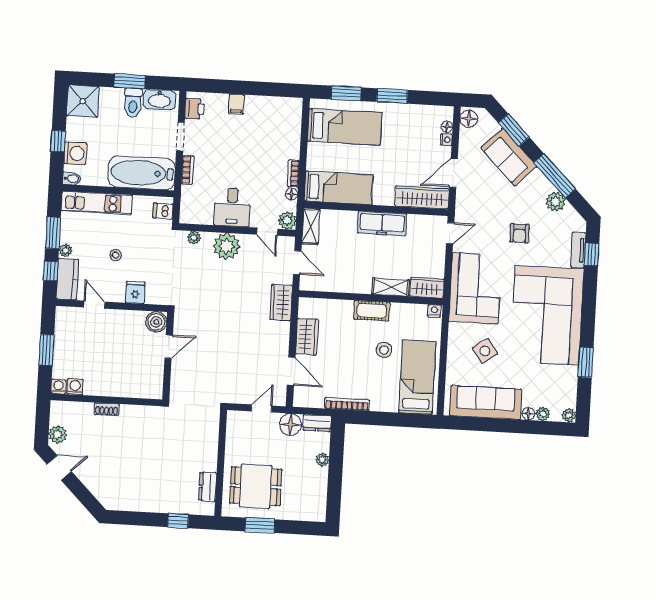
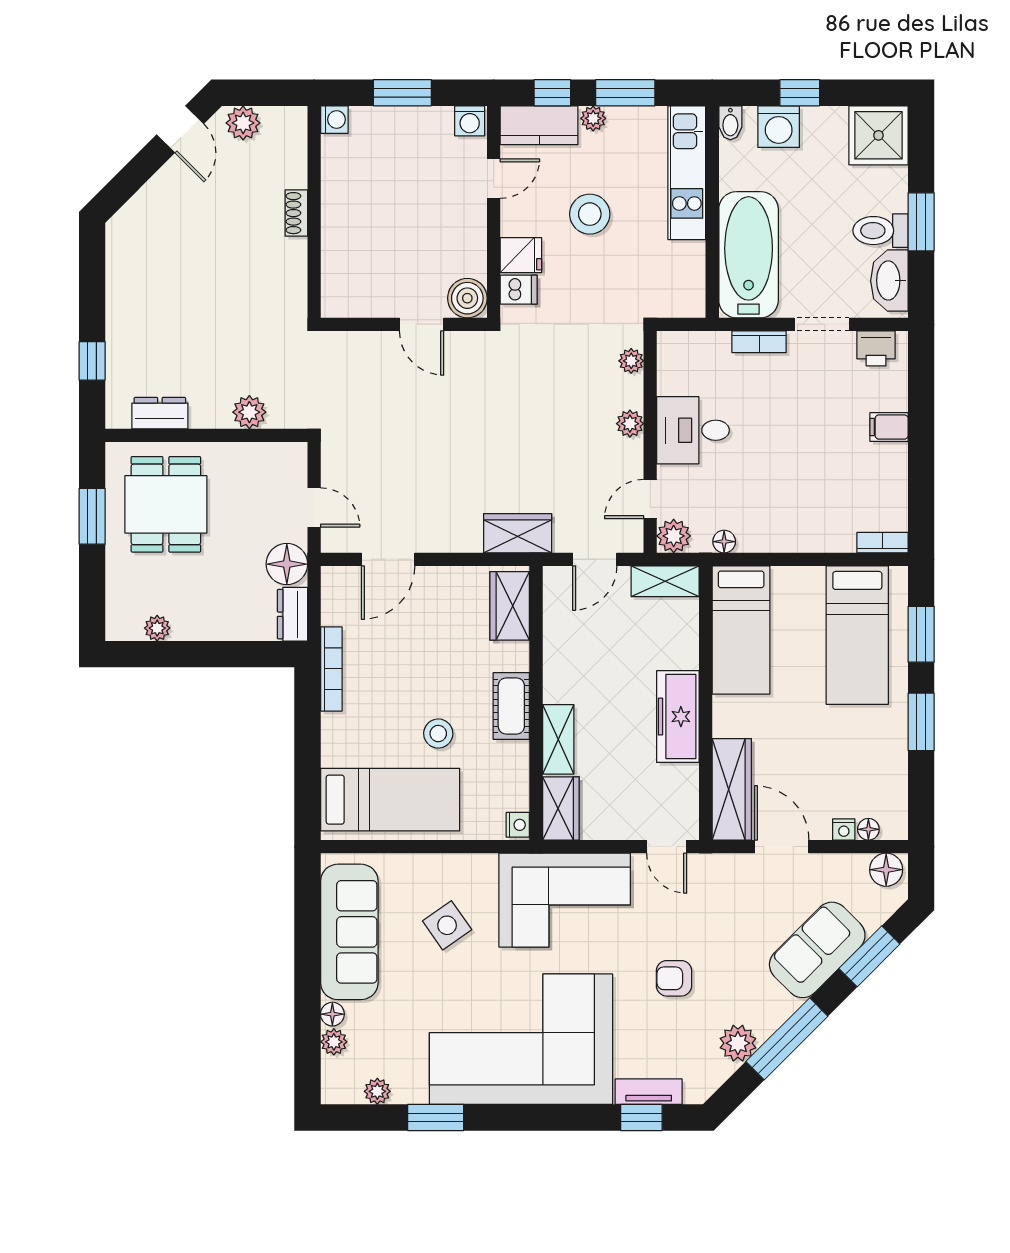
bookcase: (293, 173) -> (882, 543), moved
dishwasher: (163, 211) -> (519, 290), moved, turned 90
plant: (227, 246) -> (630, 424), width x0.53, depth x0.53
stool: (116, 255) -> (590, 214), width x1.89, depth x1.89
wardrobe: (307, 337) -> (510, 606), moved, turned 90
washing machine: (75, 387) -> (470, 121), moved, turned 90
plant: (569, 415) -> (377, 1091), moved
plant: (210, 440) -> (249, 412), added
plant: (322, 460) -> (157, 628), moved

